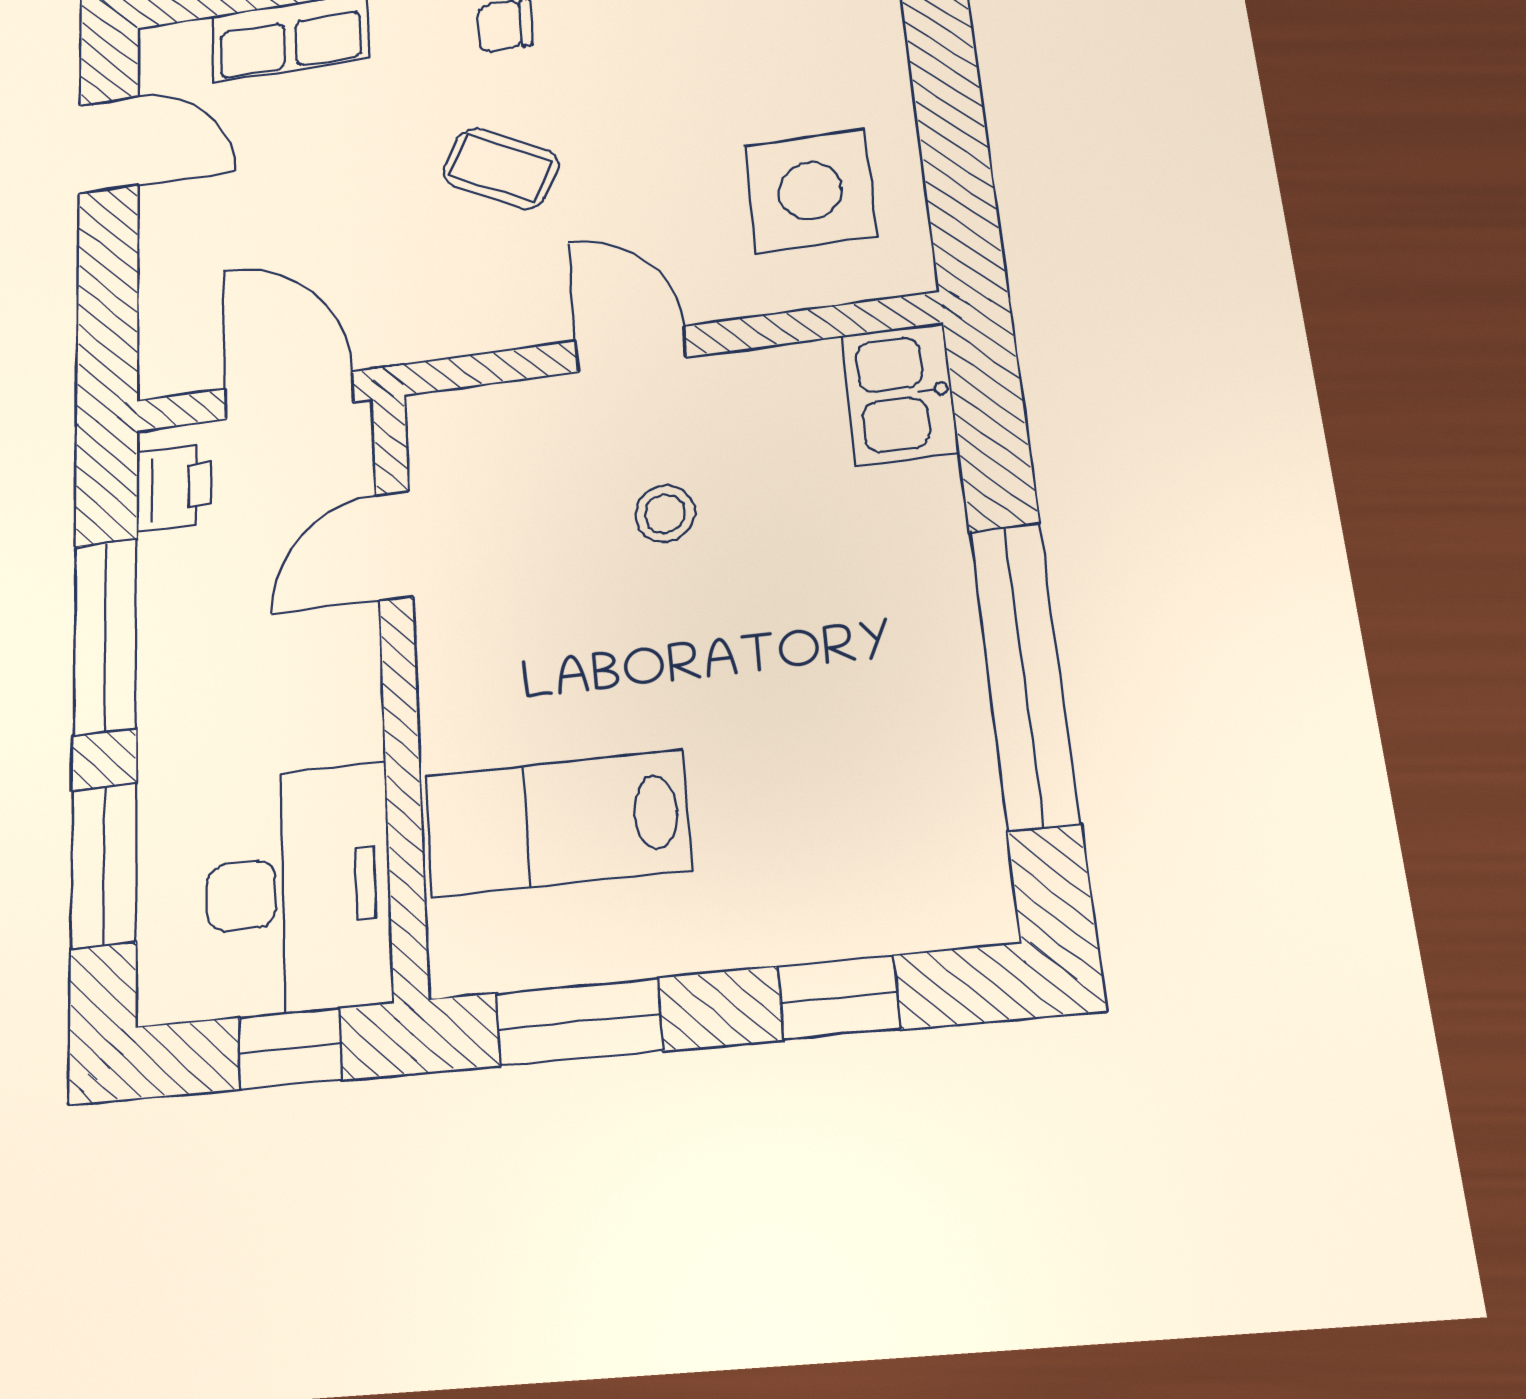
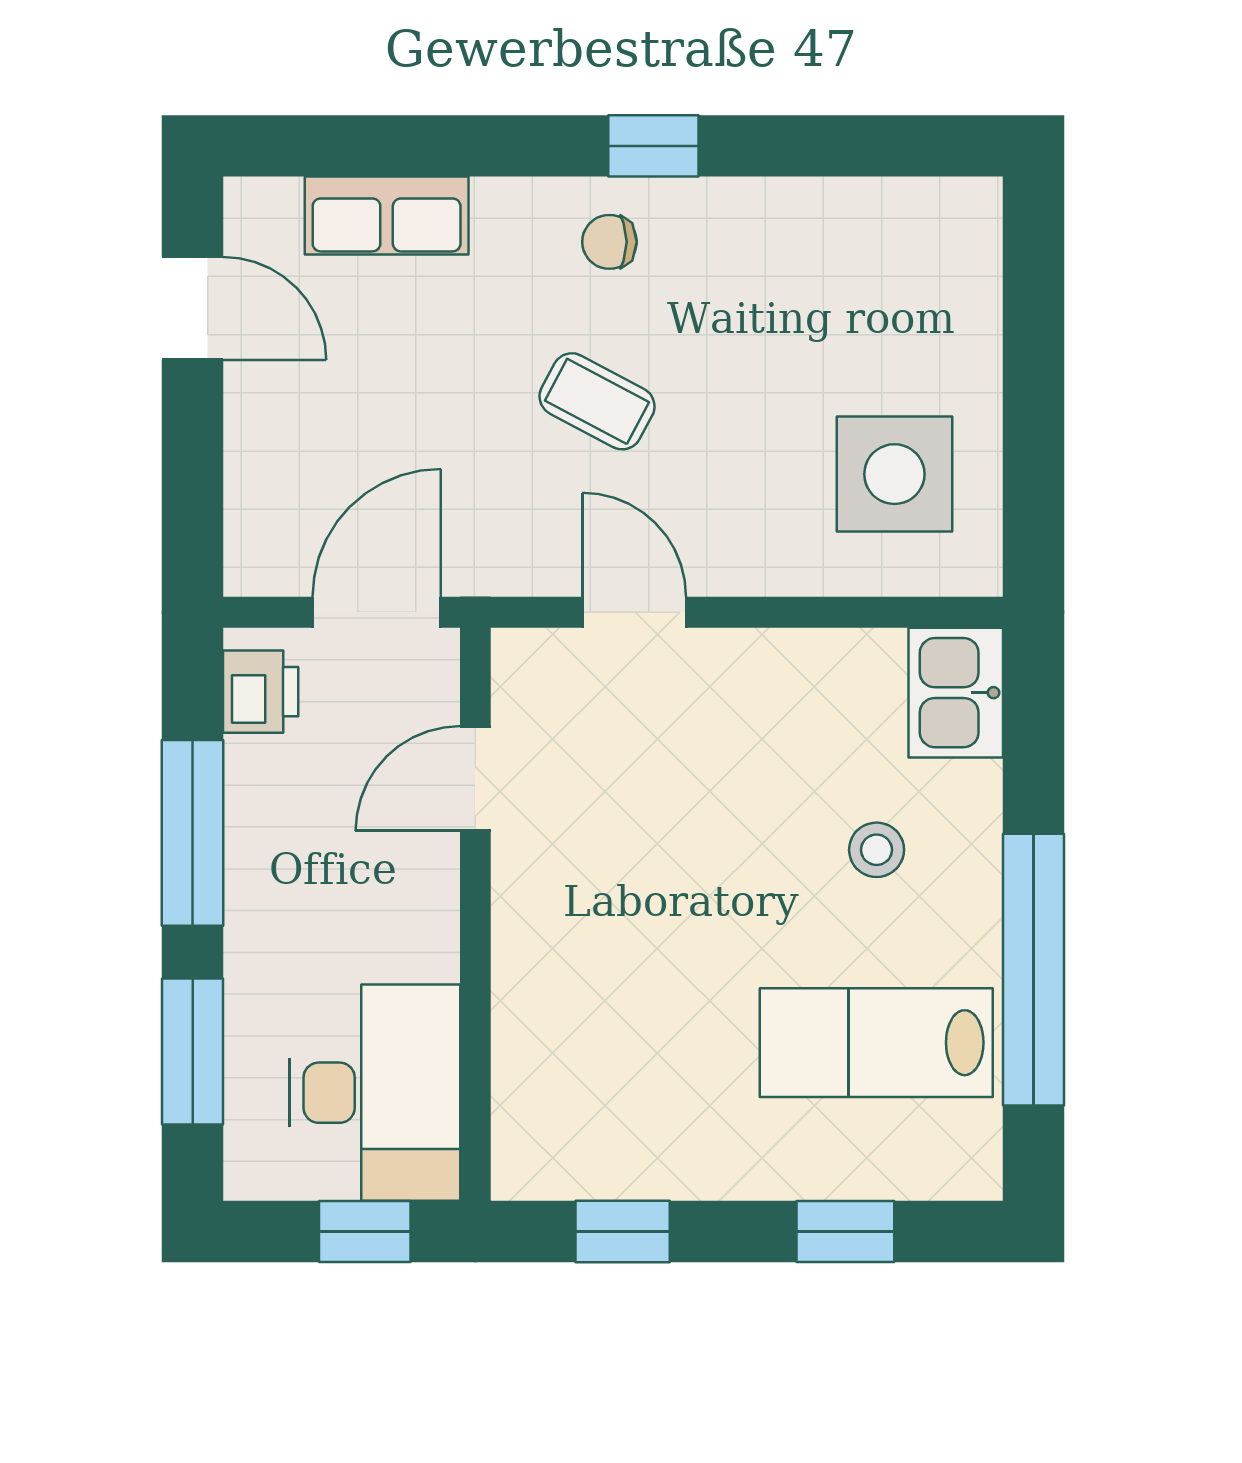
door: (631, 349) -> (634, 612), moved
door: (289, 396) -> (377, 612), hinge flipped
stool: (665, 514) -> (877, 850), moved
lab bench: (557, 823) -> (876, 1043), moved
window: (579, 1022) -> (623, 1232), width x0.67

